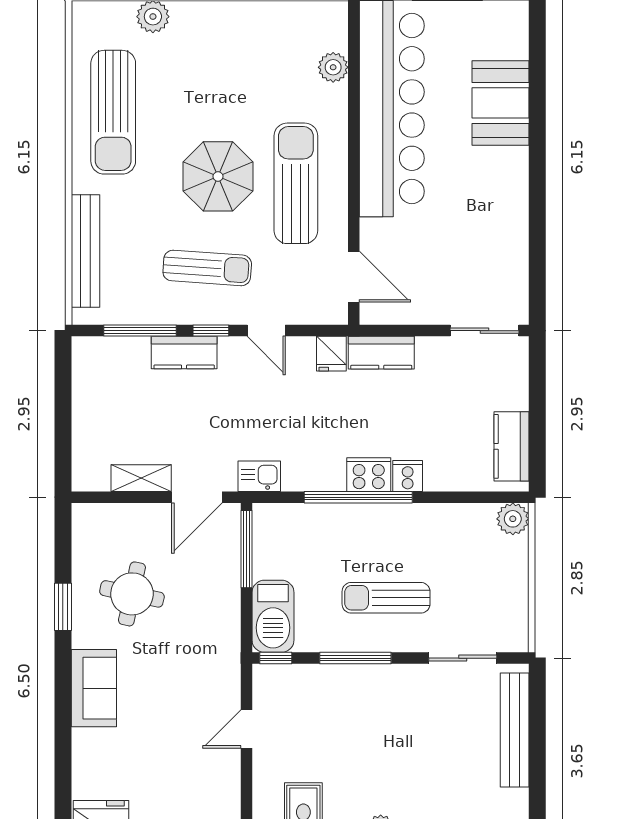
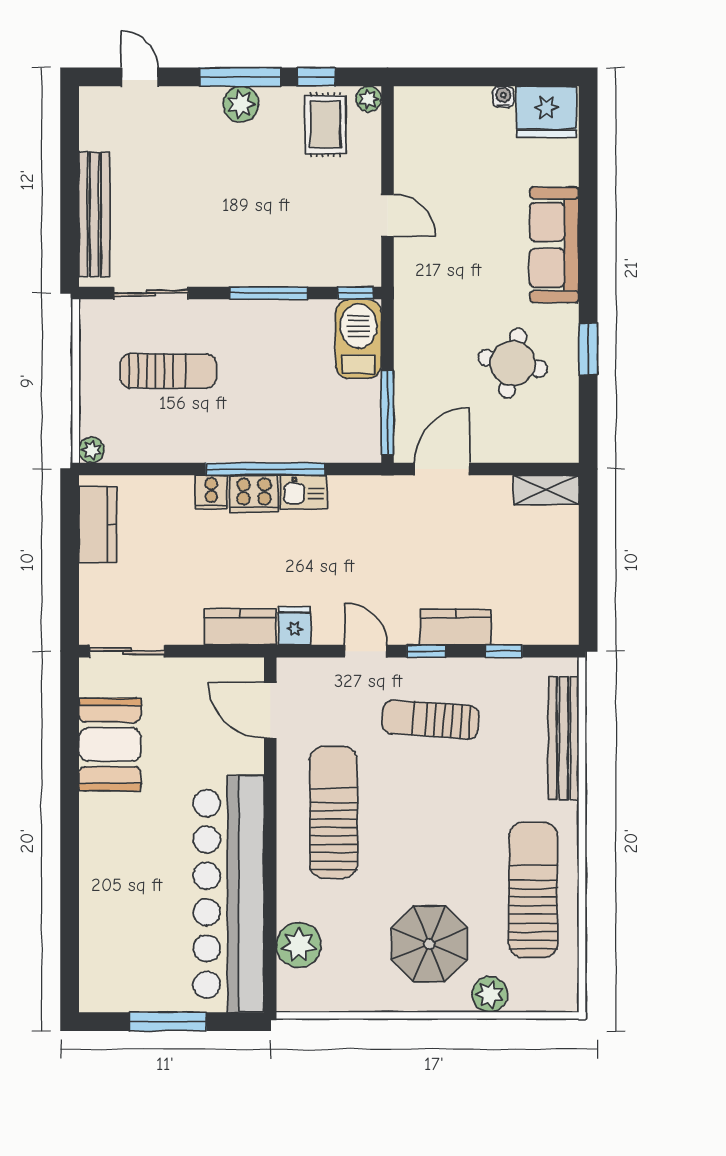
plant: (333, 67) -> (299, 945), width x1.36, depth x1.36
booth: (500, 103) -> (110, 744), moved
parasol: (218, 176) -> (429, 944), moved
sun lounger: (296, 183) -> (333, 812), turned 180
window: (140, 331) -> (504, 651), width x0.46
kitchen sink: (259, 476) -> (303, 492), moved
shelving: (141, 478) -> (546, 490), moved
plant: (513, 519) -> (92, 450), width x0.73, depth x0.73
sun lounger: (386, 598) -> (168, 371), moved
sofa: (94, 688) -> (554, 245), width x1.36
door: (246, 729) -> (387, 215), hinge flipped

